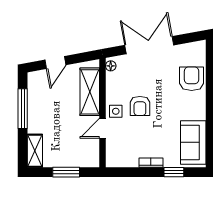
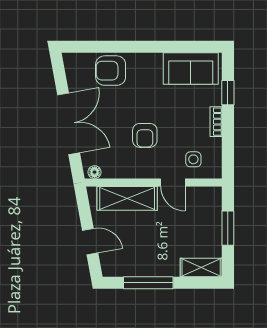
double door: (149, 45) -> (69, 124), swing flipped
armchair: (140, 106) -> (145, 135), turned 90
side table: (116, 111) -> (193, 159), moved

